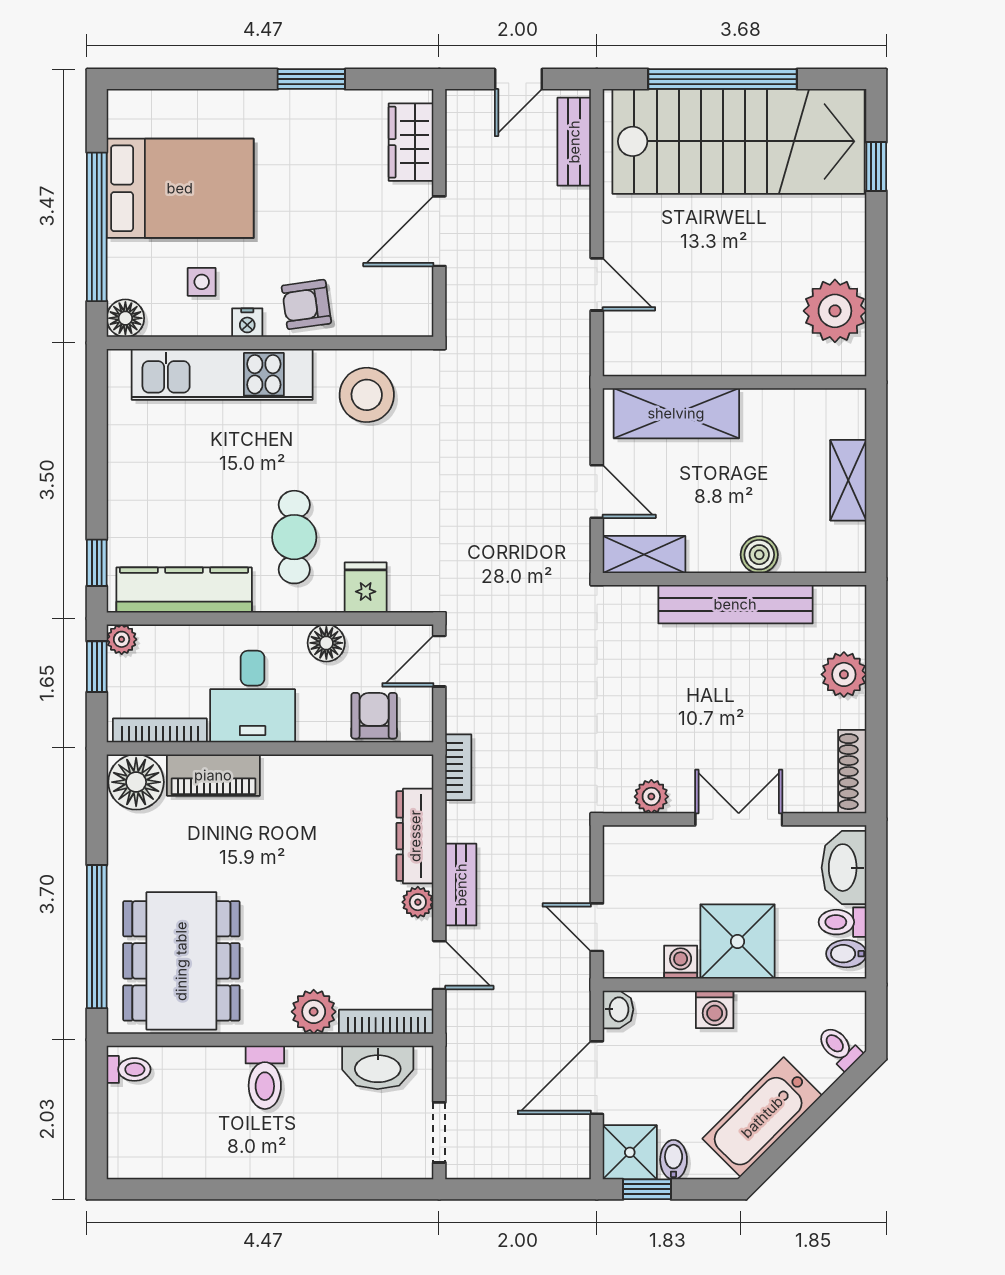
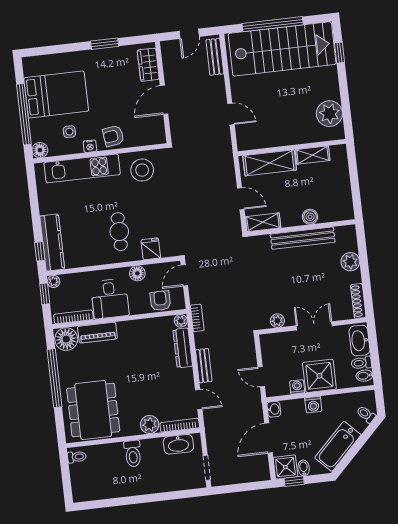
shelving: (848, 480) -> (313, 155), moved, turned 90
kitchen counter: (184, 590) -> (52, 243), moved, turned 90
plant: (418, 902) -> (181, 321), moved
window: (97, 937) -> (54, 378), moved

